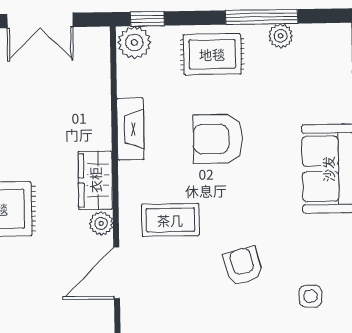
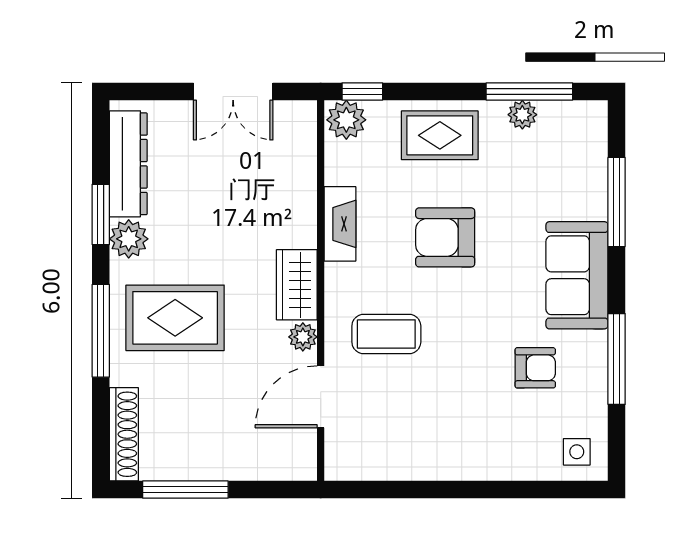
window: (262, 17) -> (529, 92), moved
armchair: (243, 266) -> (535, 368), moved, turned 105
side table: (310, 296) -> (577, 452), moved

